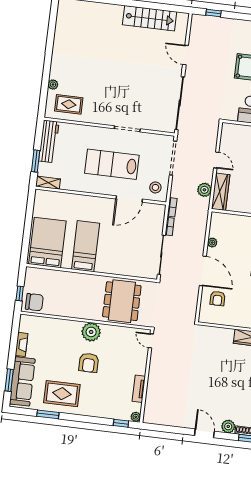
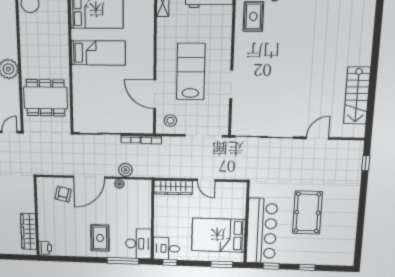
door: (216, 160) -> (206, 180), hinge flipped
plant: (204, 190) -> (125, 170), moved
armchair: (218, 298) -> (63, 194), turned 102

